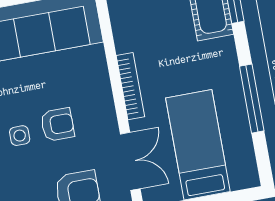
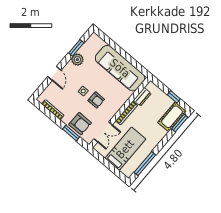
dresser: (124, 30) -> (142, 97), added
window: (252, 99) -> (145, 164), moved

